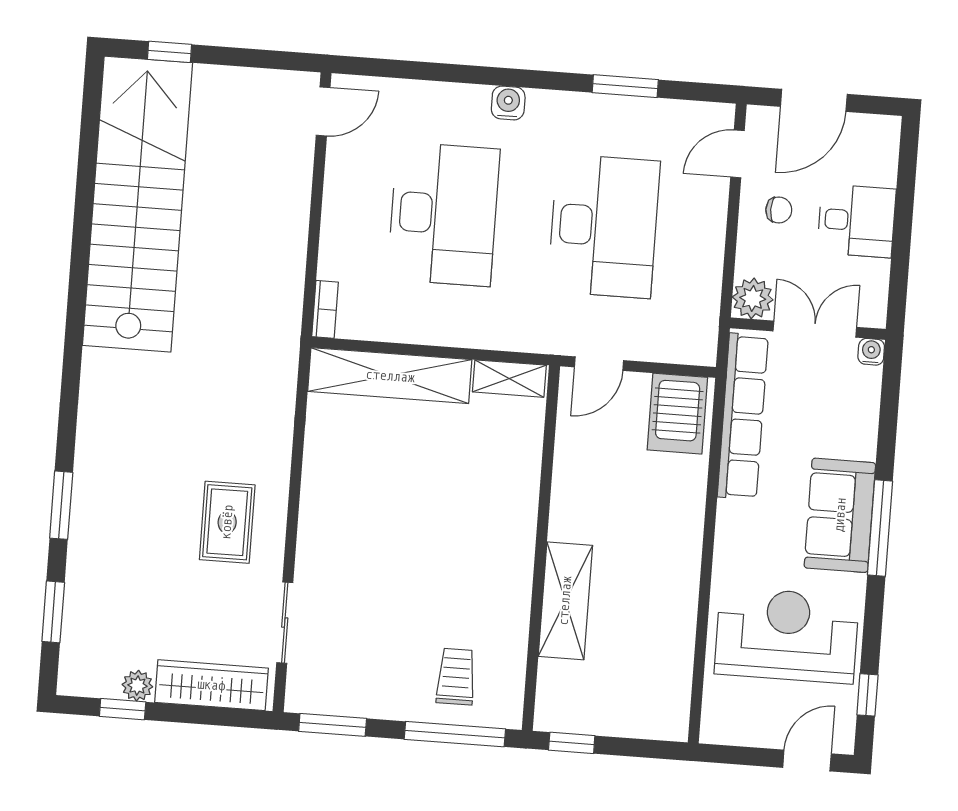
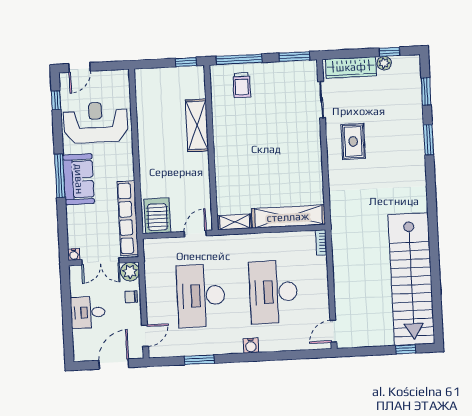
chair: (779, 210) -> (131, 297), moved
reception desk: (787, 635) -> (96, 122), turned 180

